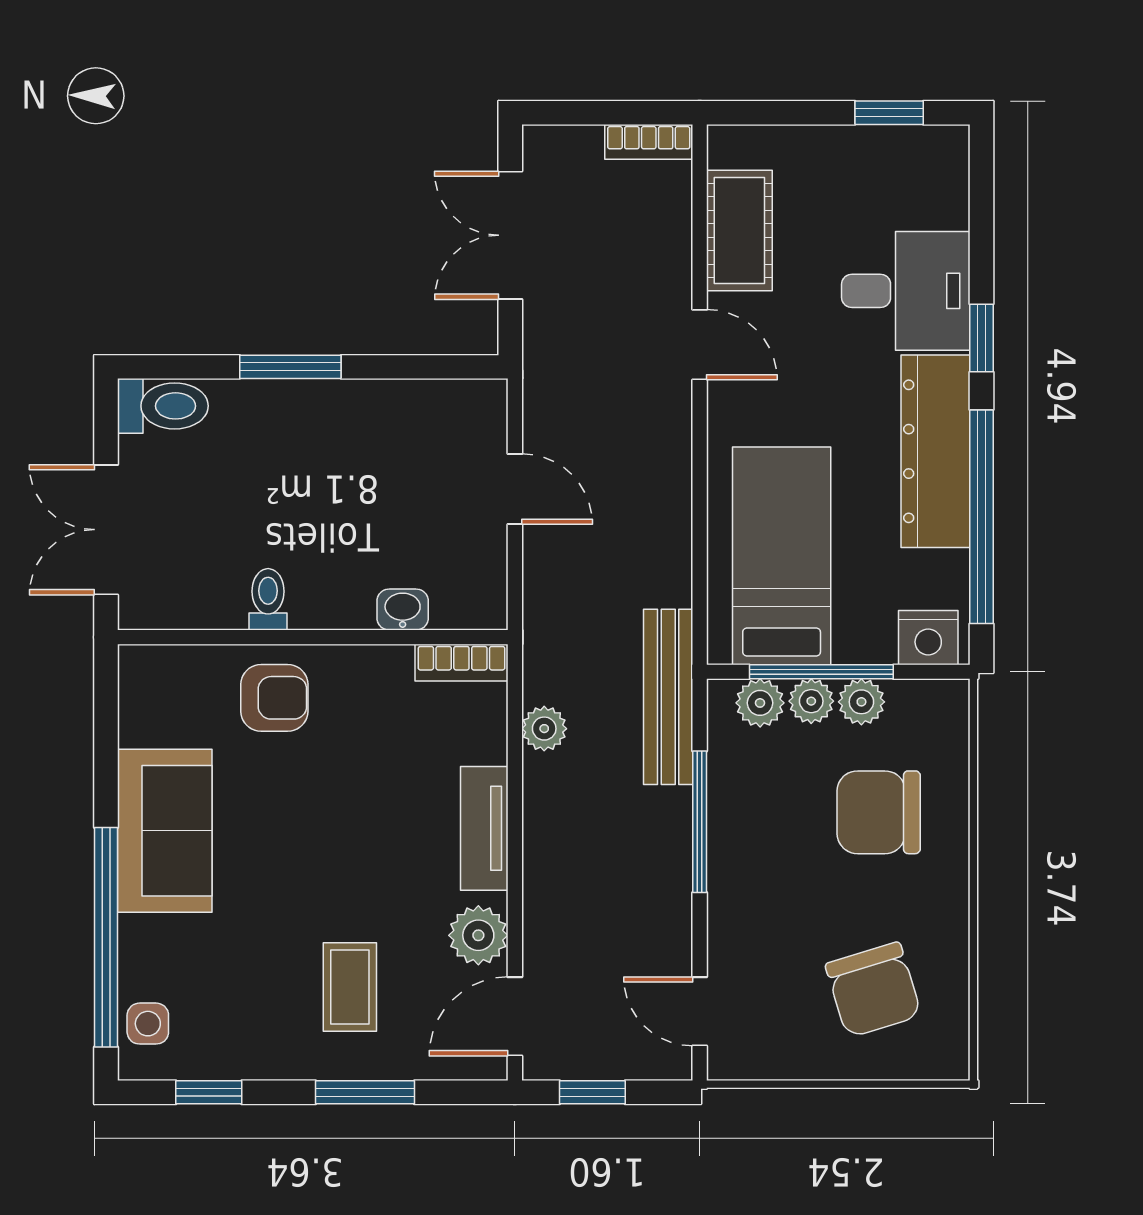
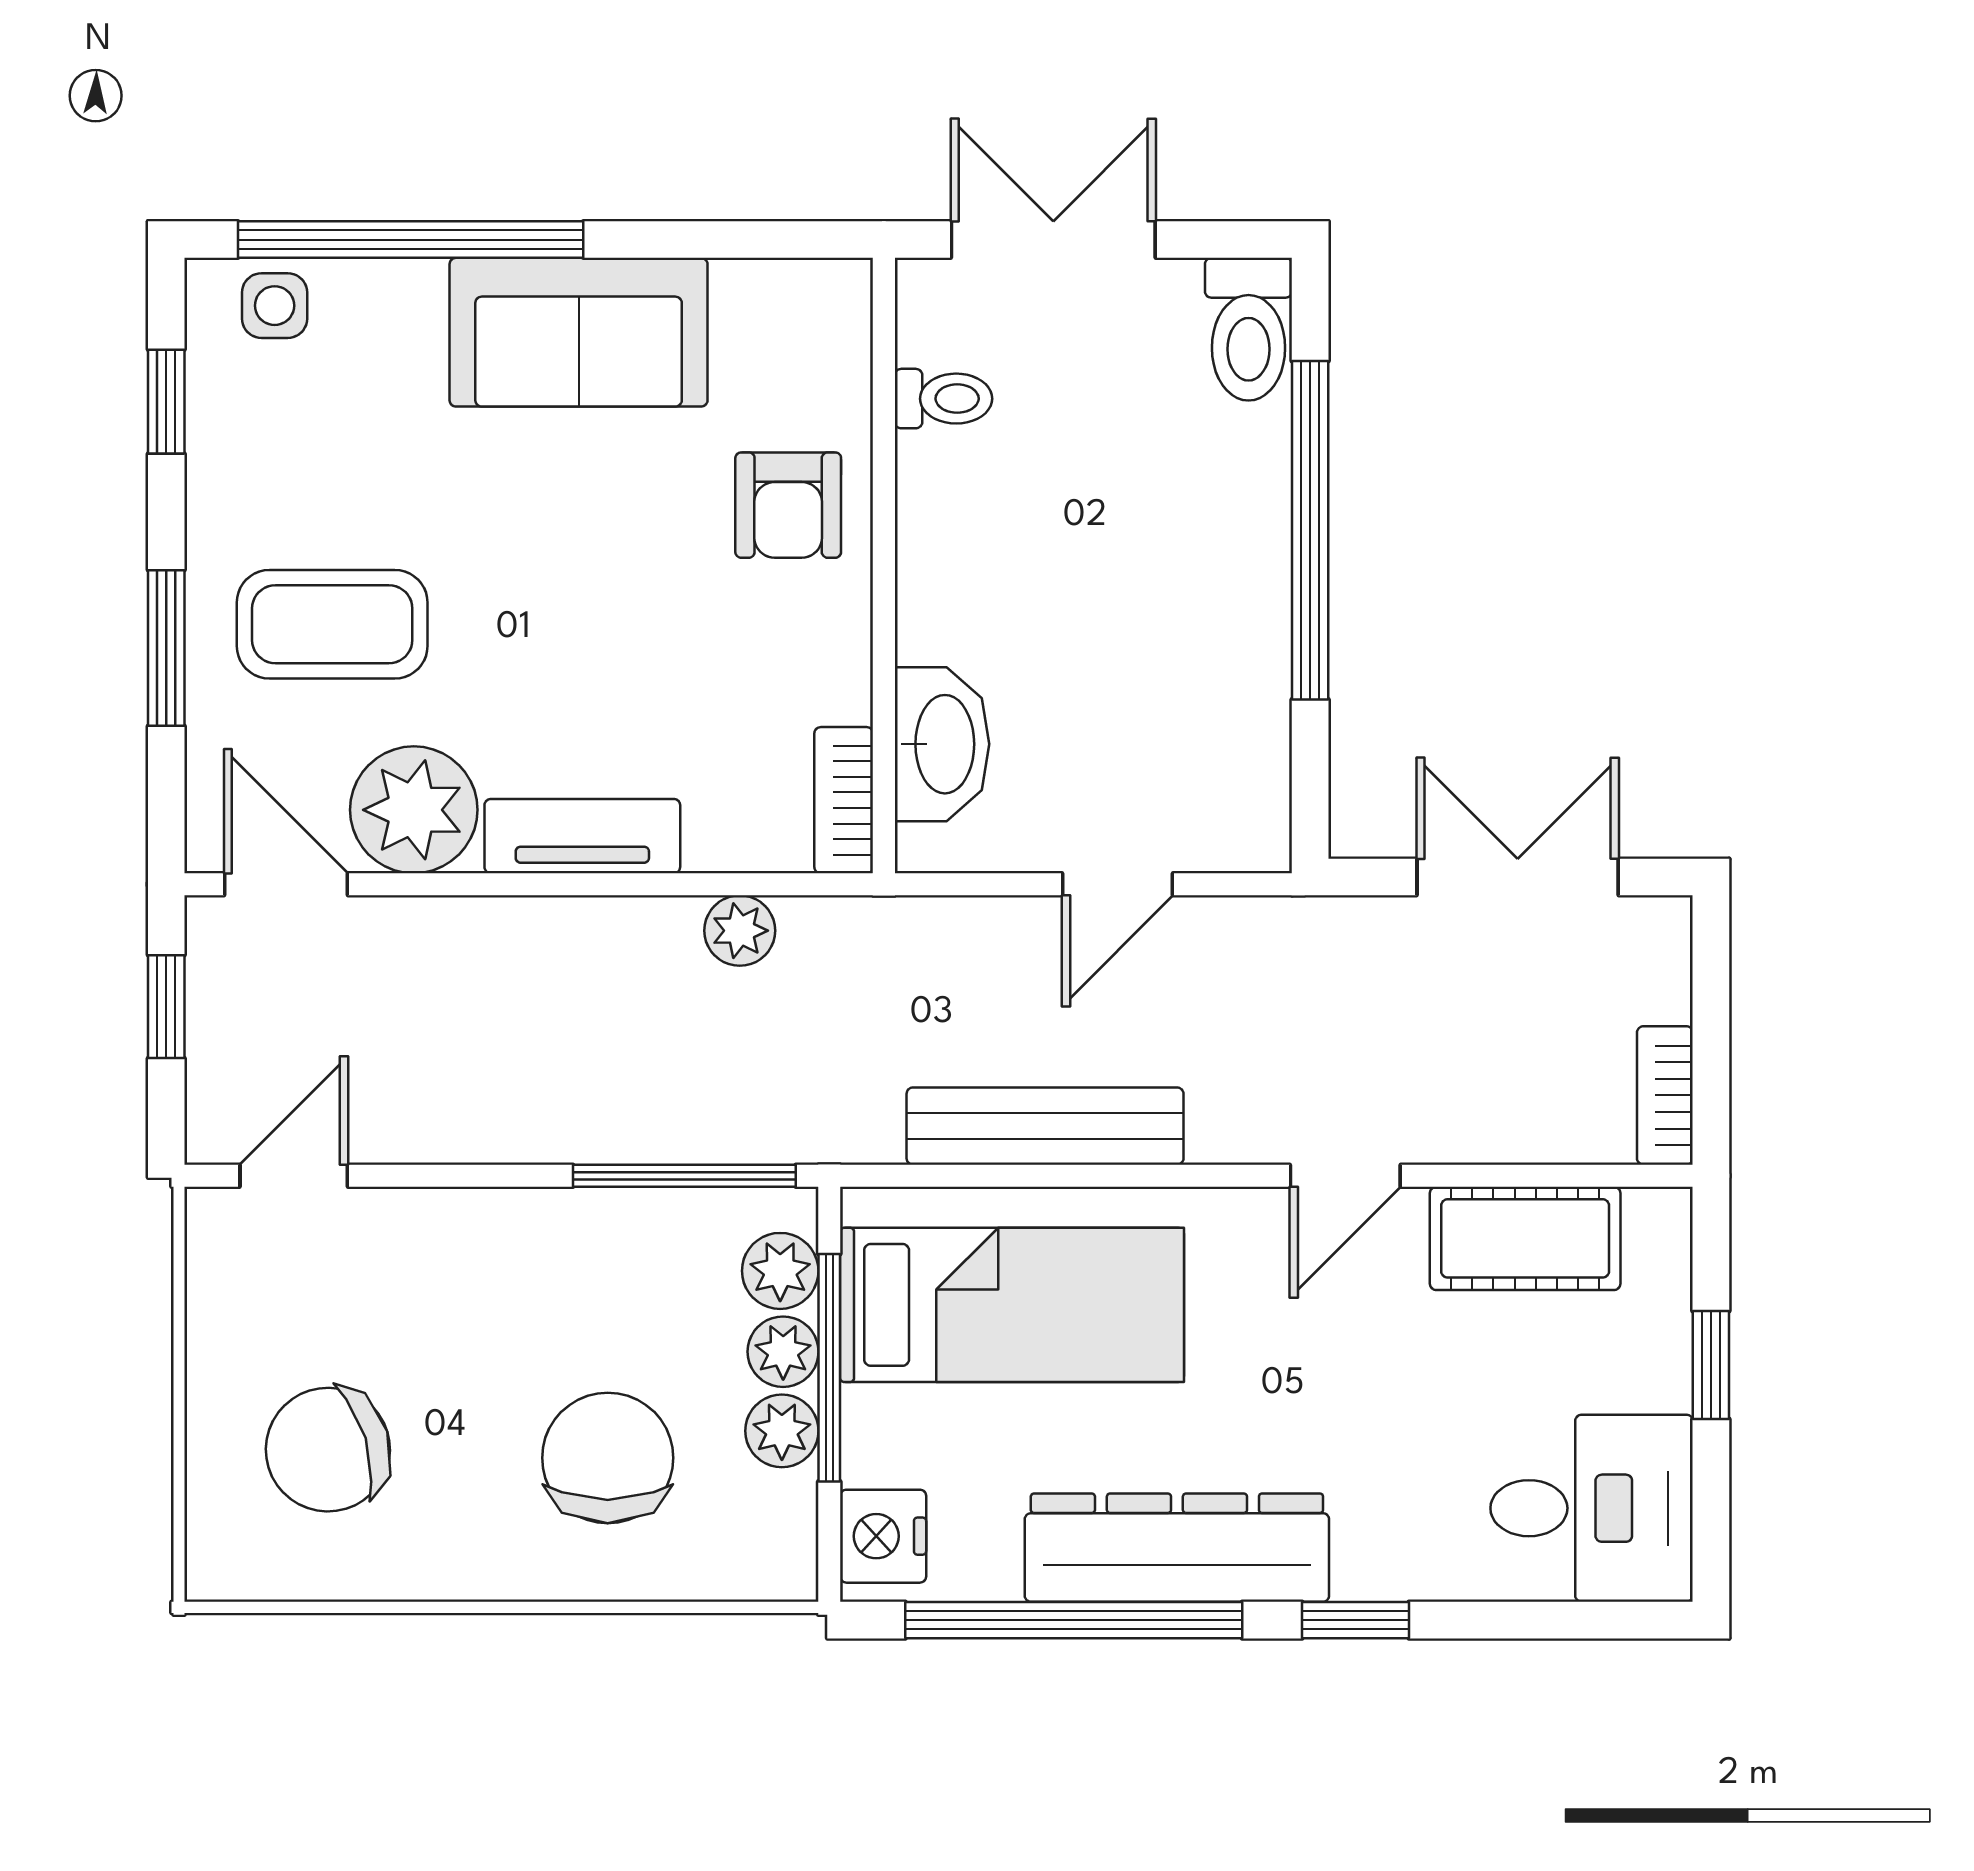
window: (889, 113) -> (1711, 1365), moved
desk: (906, 291) -> (1592, 1508), moved, turned -90
window: (290, 367) -> (1310, 530), width x2.11
toilet: (268, 599) -> (944, 399), moved
washbasin: (403, 610) -> (942, 744), width x1.91, depth x1.45
bench: (668, 697) -> (1045, 1126), moved
window: (700, 822) -> (684, 1176), moved
plant: (478, 935) -> (414, 810), width x1.36, depth x1.36
coffee table: (350, 987) -> (332, 624), width x1.36, depth x1.30

